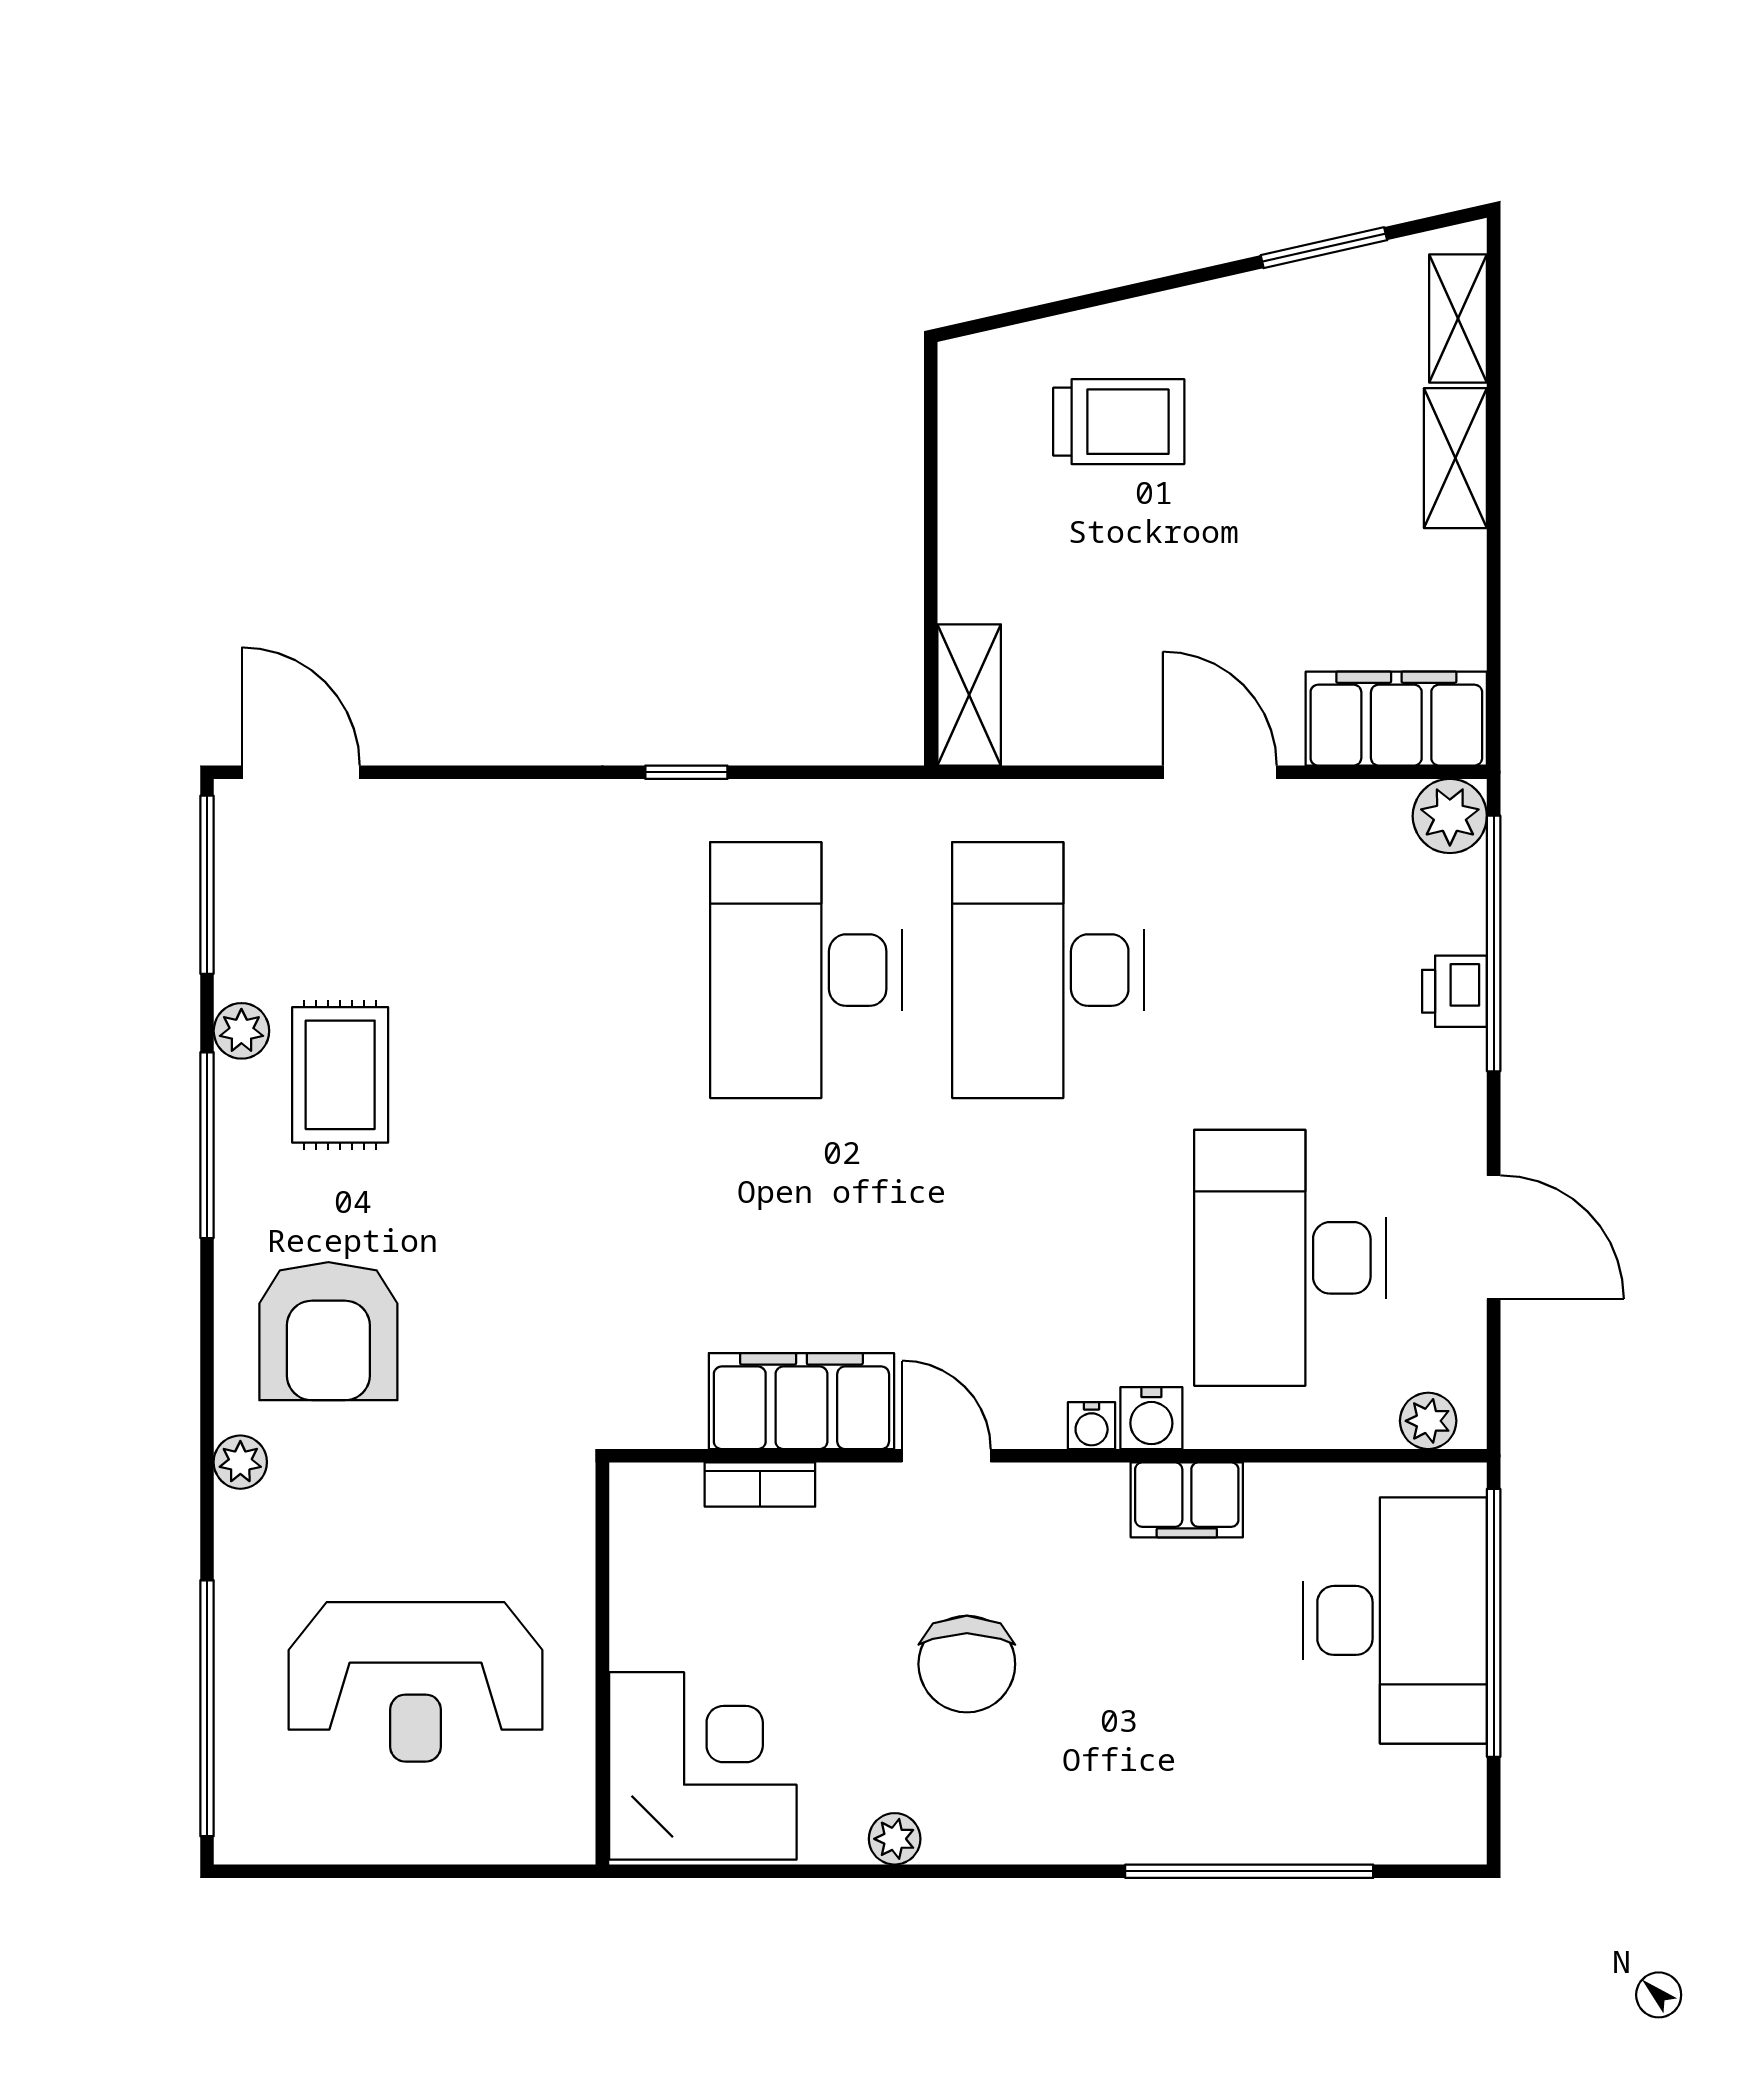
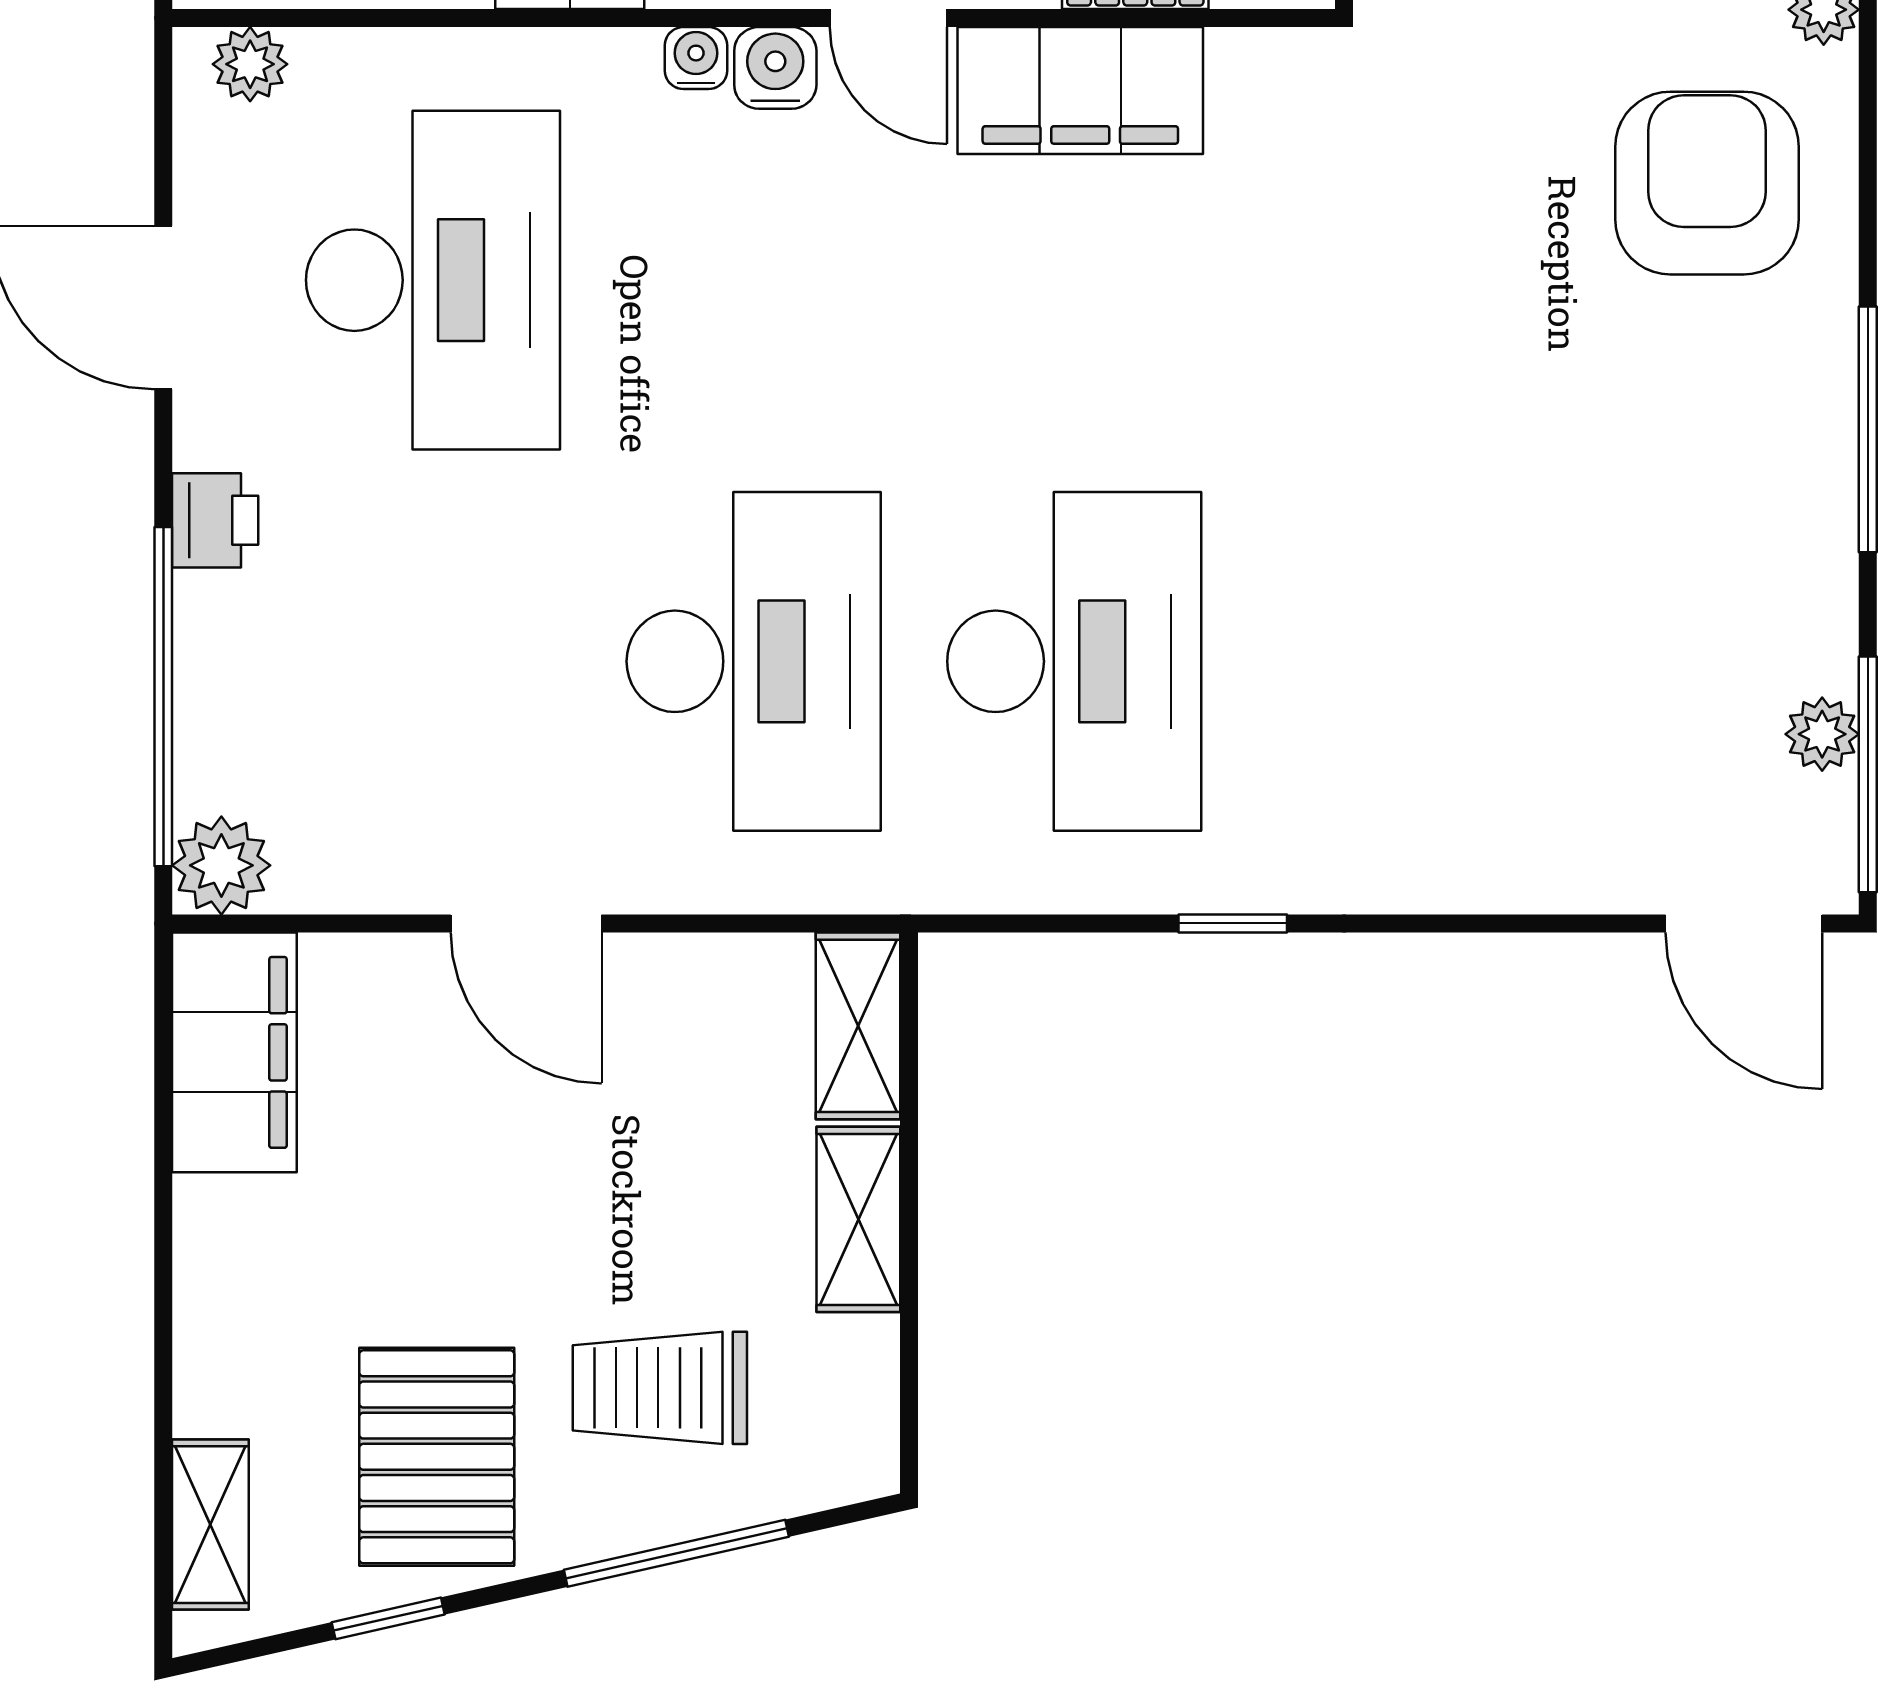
window: (1324, 248) -> (388, 1618), width x0.67
window: (1106, 297) -> (676, 1553), added
pallet: (1287, 370) -> (437, 1457), added
shelving: (1455, 458) -> (858, 1219), moved
filing cabinet: (1396, 719) -> (234, 1052), moved, turned -90
printer: (1455, 991) -> (215, 520), moved
plant: (241, 1031) -> (1822, 734), moved
rug: (340, 1075) -> (1691, 523), removed
water cooler: (1151, 1418) -> (775, 68), moved

